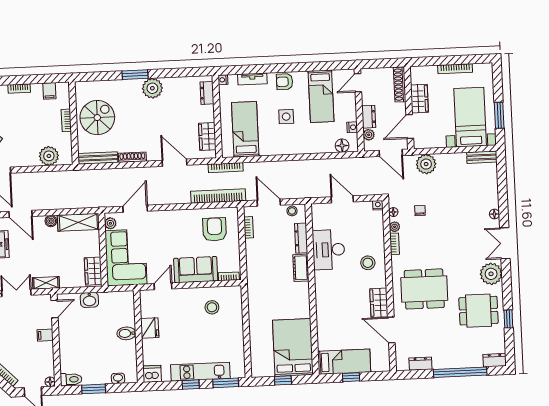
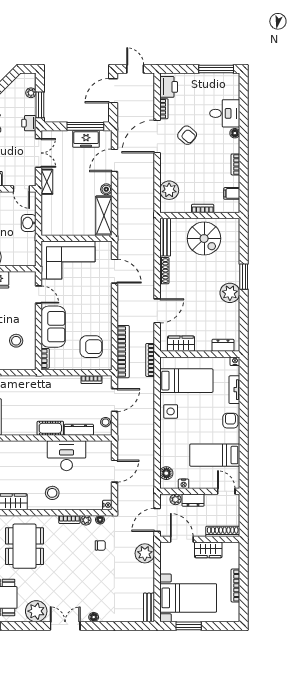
side table: (286, 117) -> (171, 411), moved
plant: (110, 223) -> (102, 247), removed
wardrobe: (93, 271) -> (56, 228), removed

